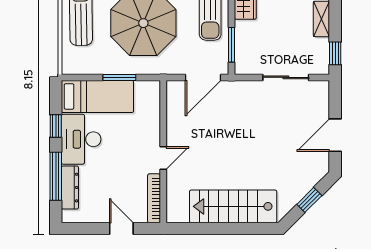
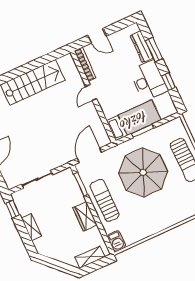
bed: (97, 96) -> (134, 120), moved, turned 180
window: (56, 176) -> (154, 50), width x0.69

